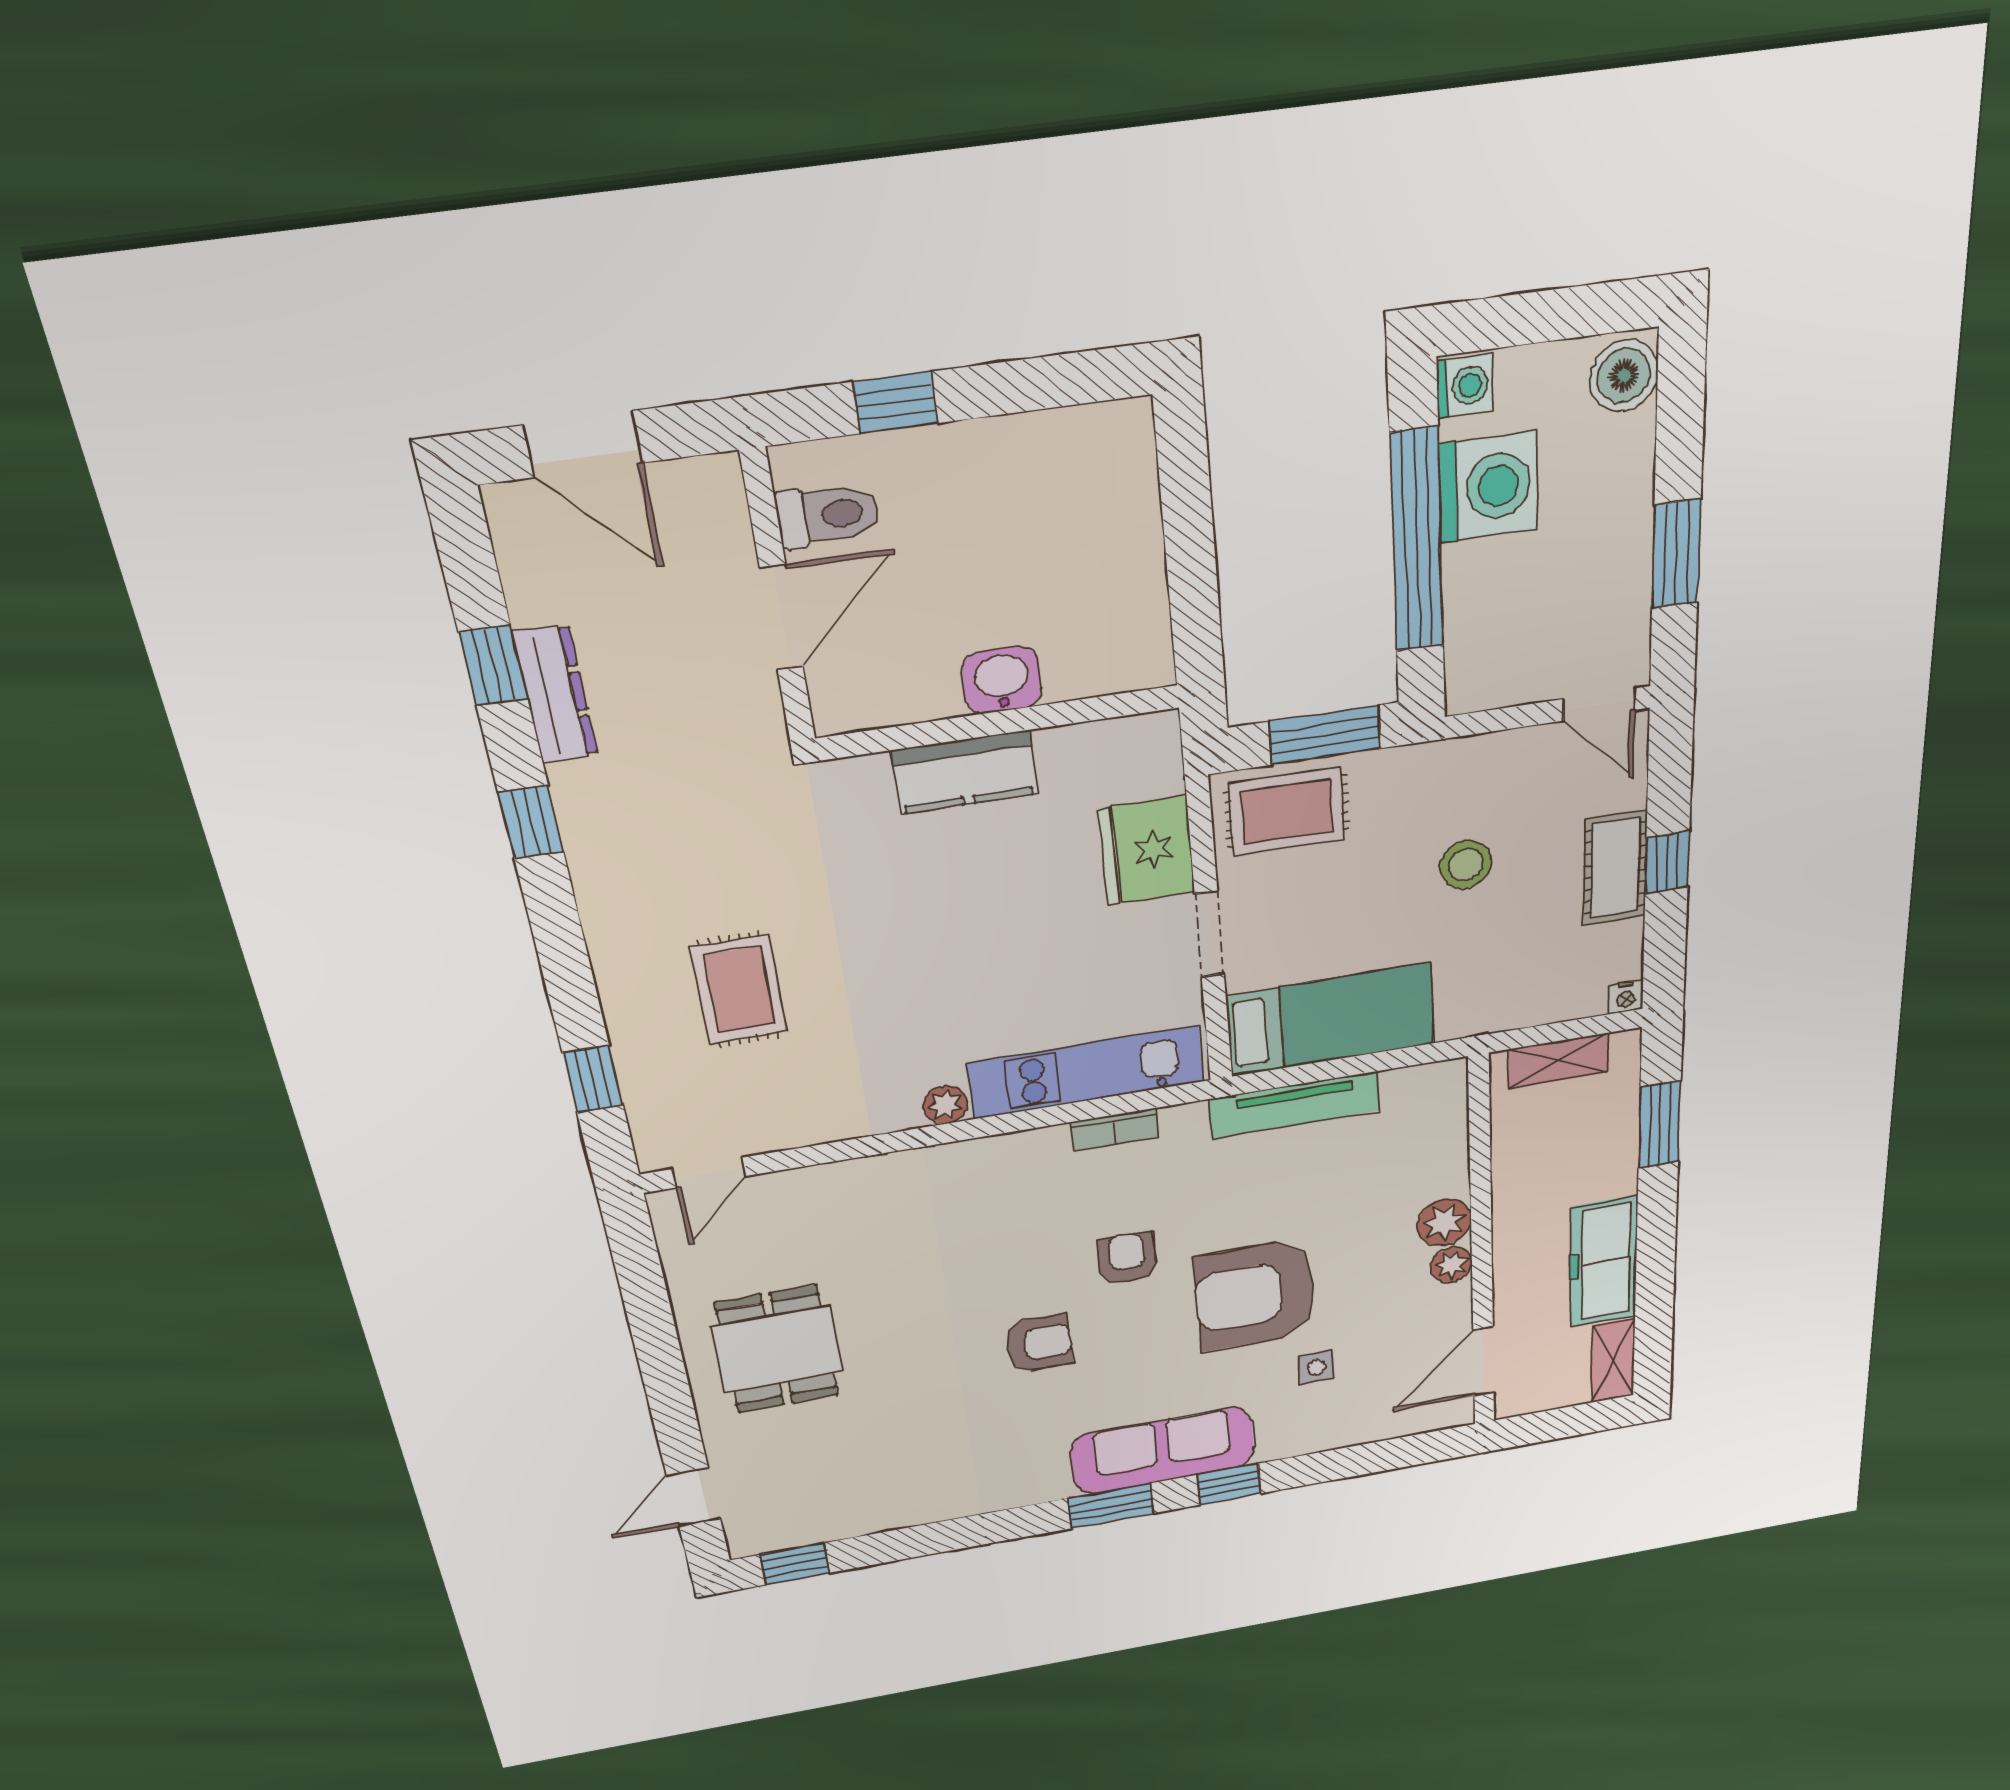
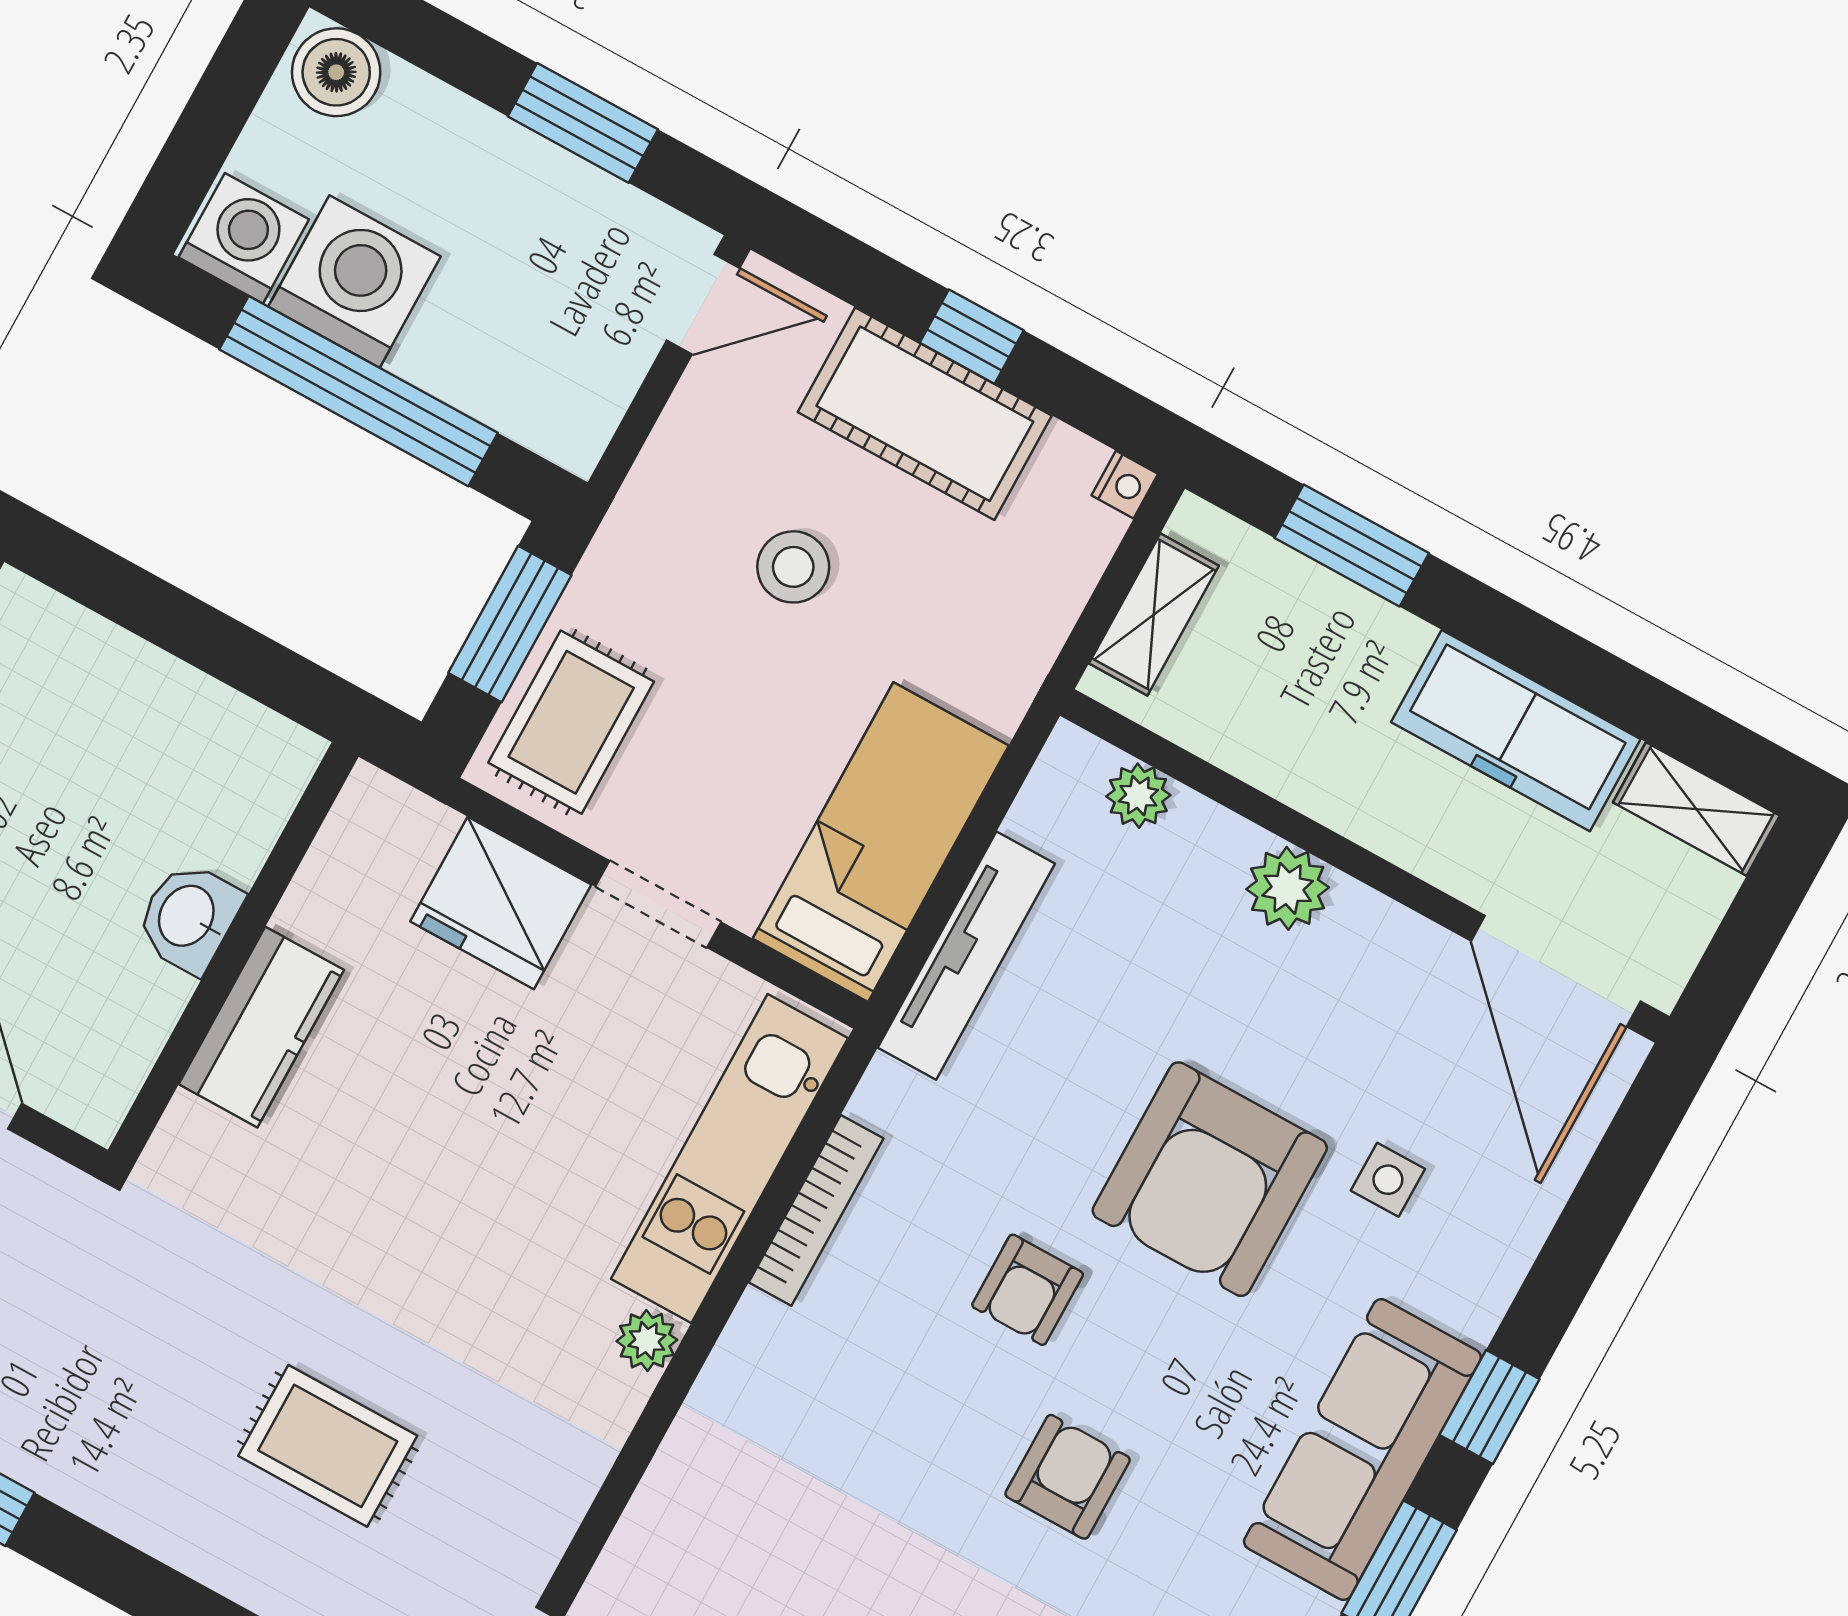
washing machine: (1465, 386) -> (244, 238), width x1.38, depth x1.38
cot: (1615, 868) -> (925, 414), width x1.37, depth x1.34
bookcase: (1115, 1130) -> (816, 1210), width x1.56
armchair: (1127, 1258) -> (1028, 1290), turned -90
plant: (1451, 1265) -> (1138, 796), moved
door: (1484, 1362) -> (1556, 971), width x1.36

